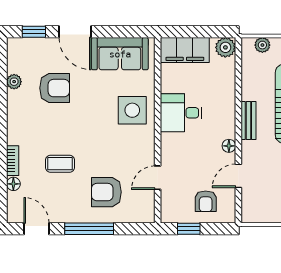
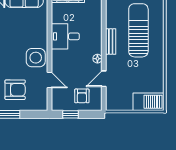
side table: (132, 110) -> (36, 58), moved
door: (158, 178) -> (50, 80), swing flipped
armchair: (106, 192) -> (15, 90), turned 180

